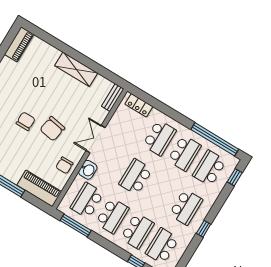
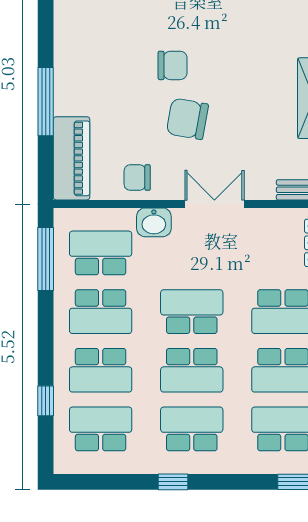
school desk: (161, 192) -> (192, 370), added
school desk: (186, 207) -> (192, 429), turned 180

